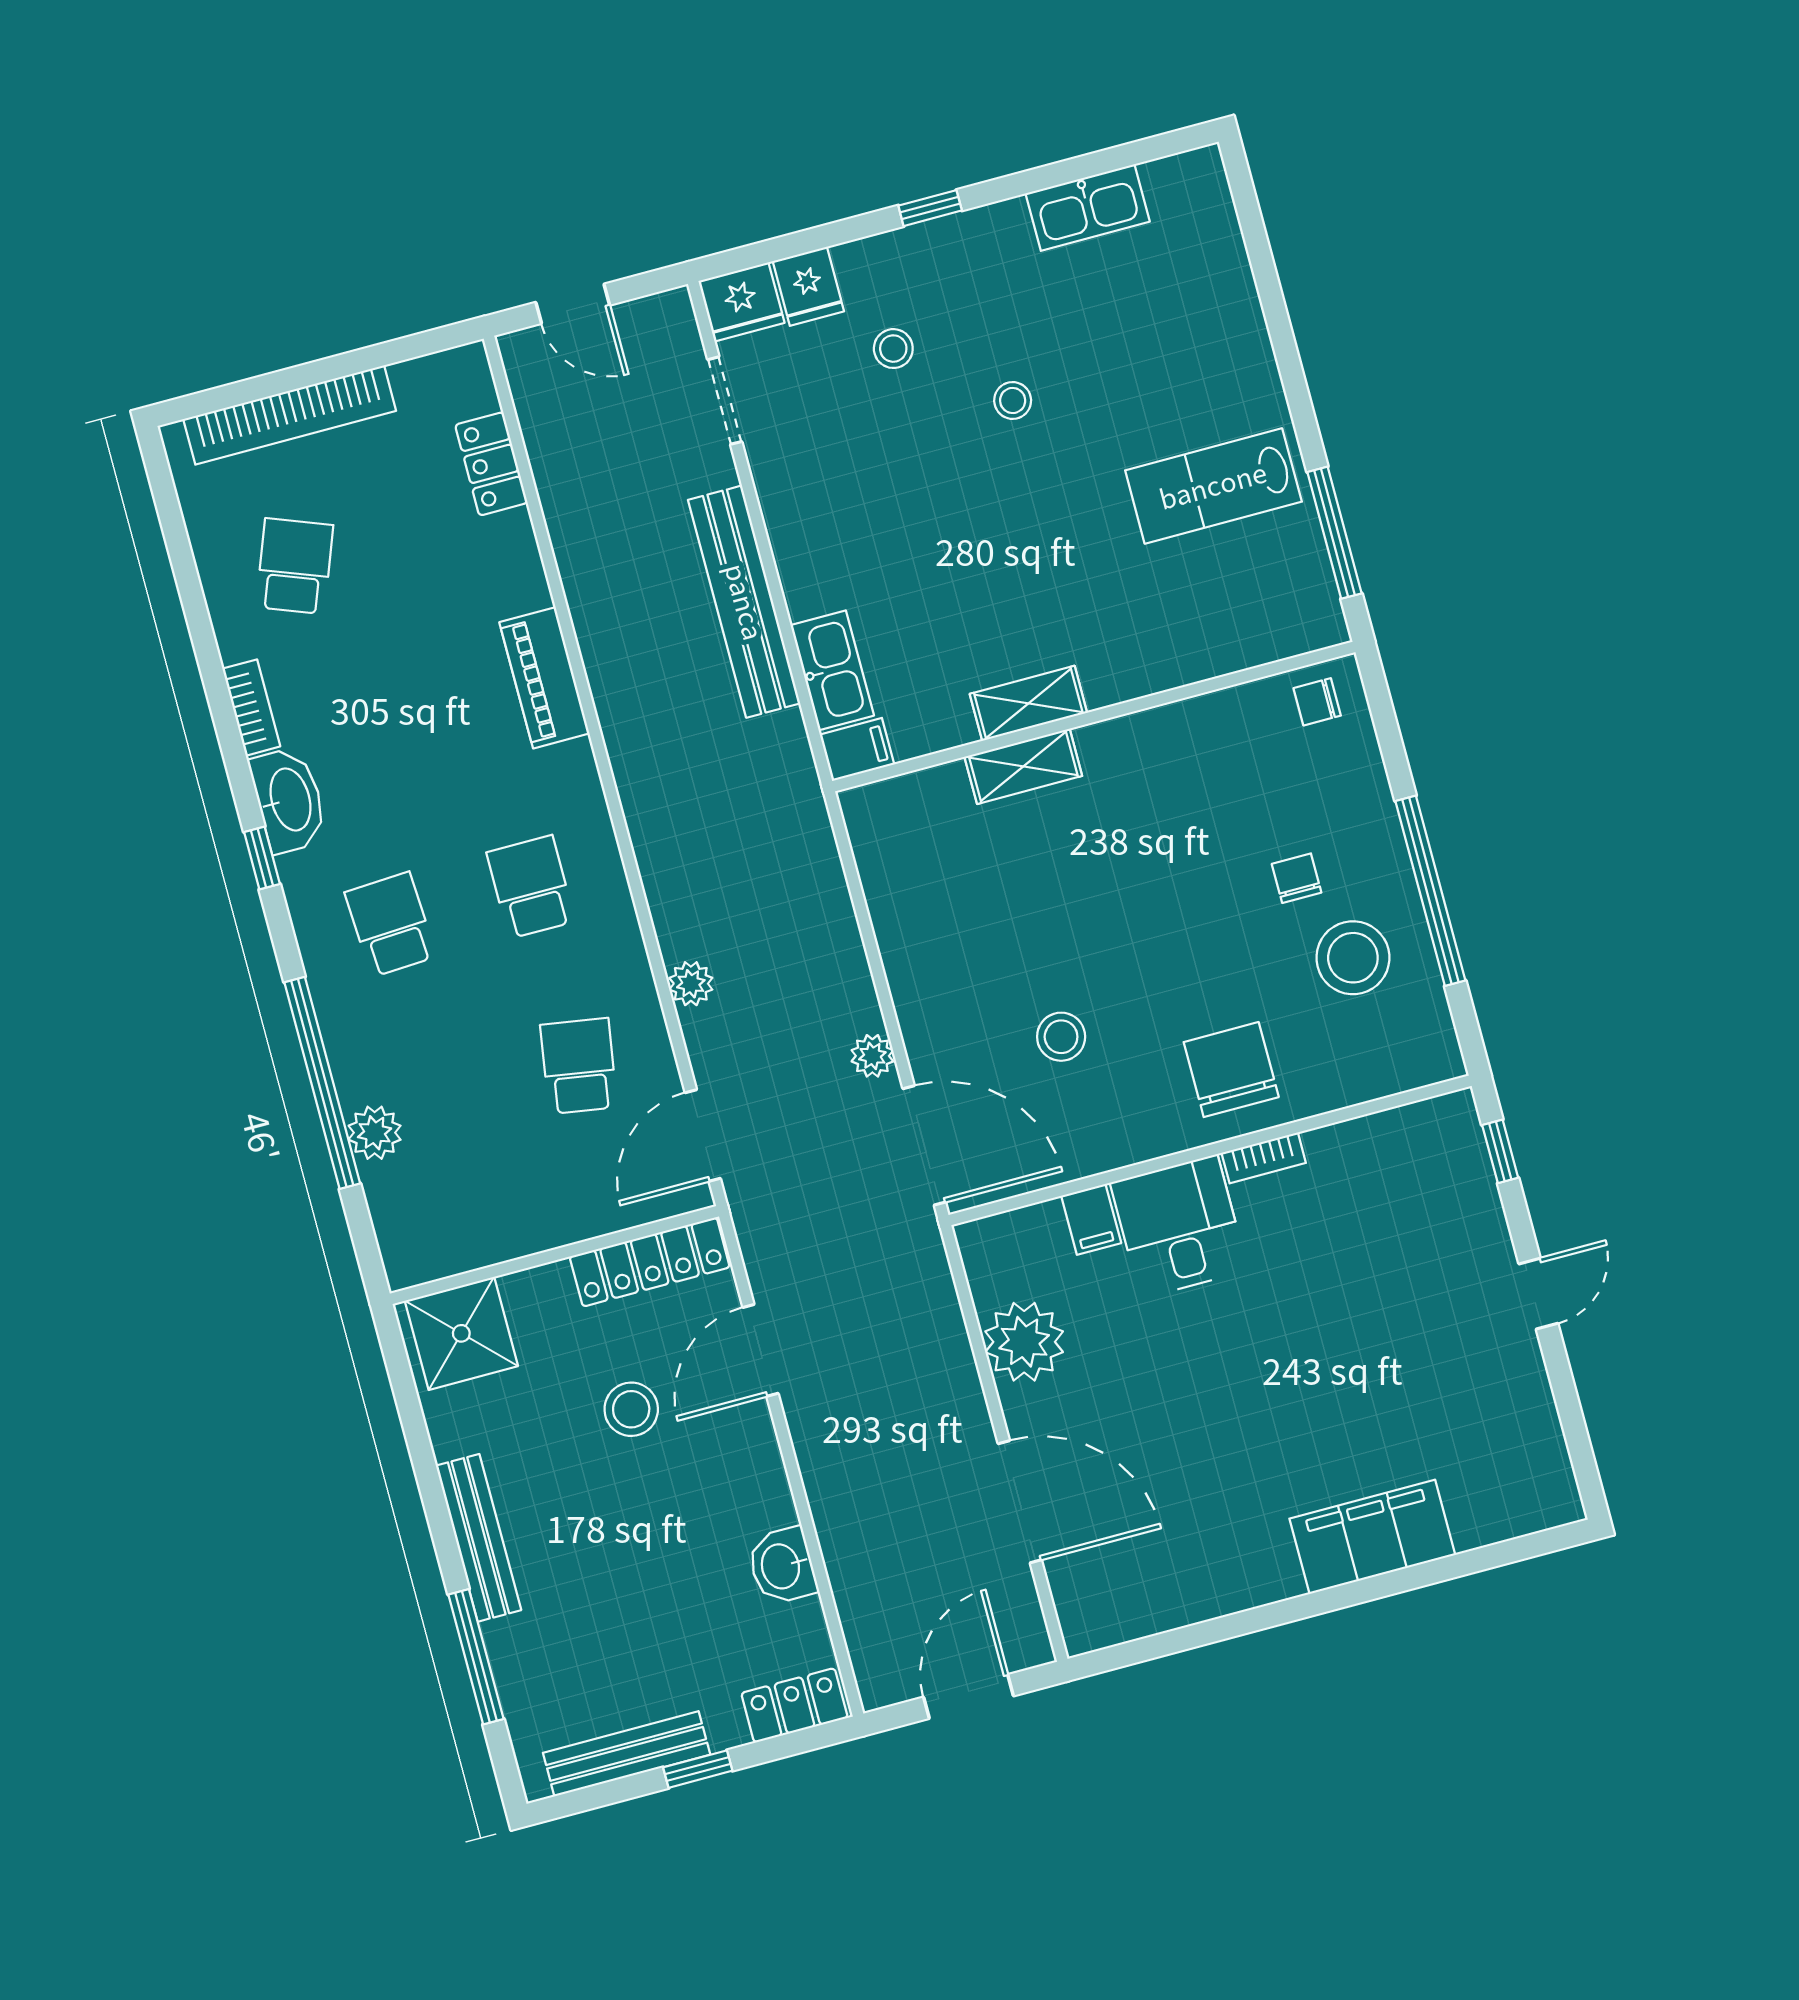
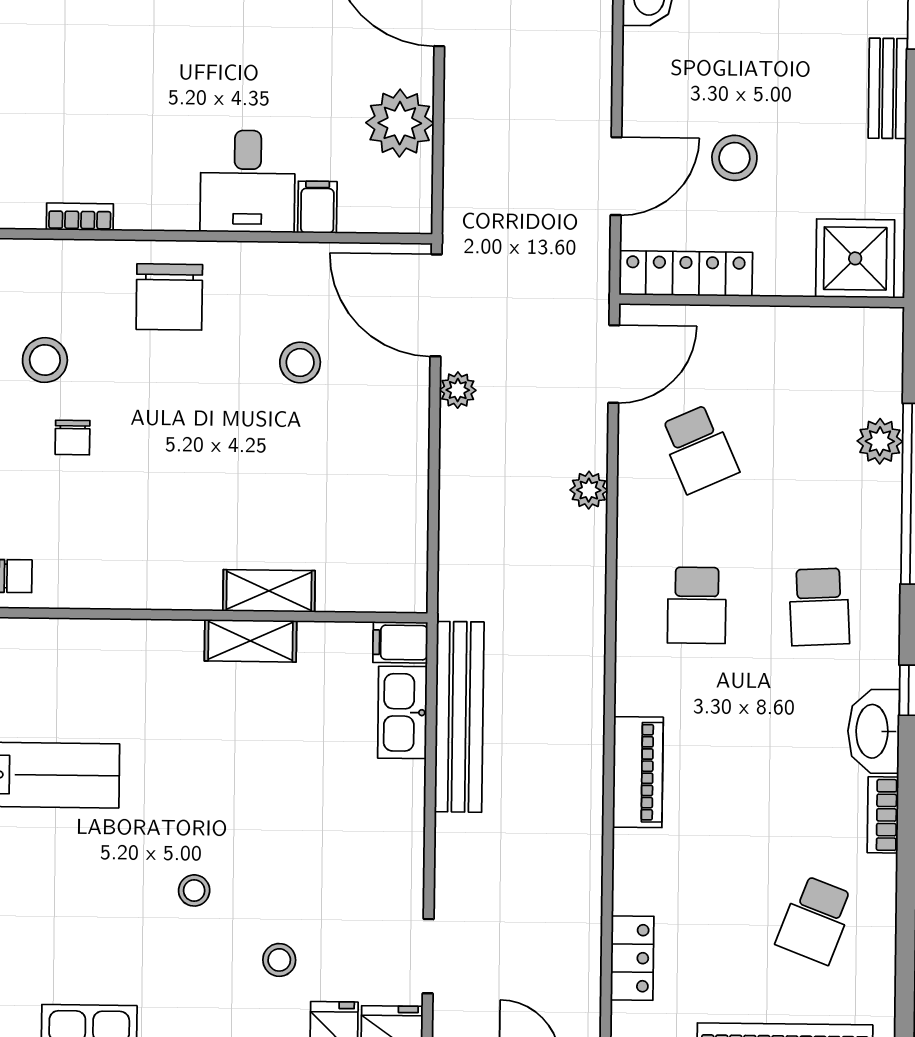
bench: (744, 602) -> (459, 717), moved
stool: (1353, 958) -> (45, 360), width x0.73, depth x0.73
school desk: (579, 1066) -> (699, 449), turned -33
bookcase: (1264, 1158) -> (80, 217), moved
bench: (478, 1538) -> (888, 88), width x0.73

